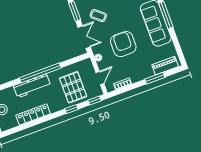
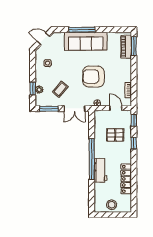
double door: (84, 37) -> (74, 109), swing flipped
window: (155, 78) -> (134, 46), moved
workbench: (32, 86) -> (100, 170), width x0.73
pallet: (73, 87) -> (115, 135), width x0.67, depth x0.71

